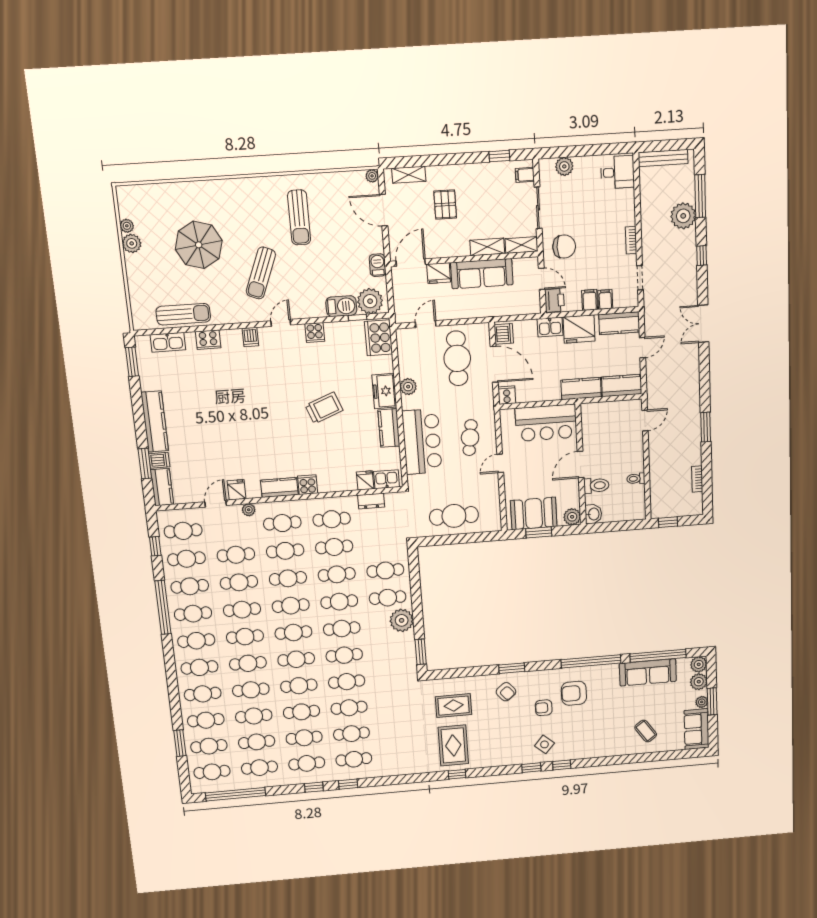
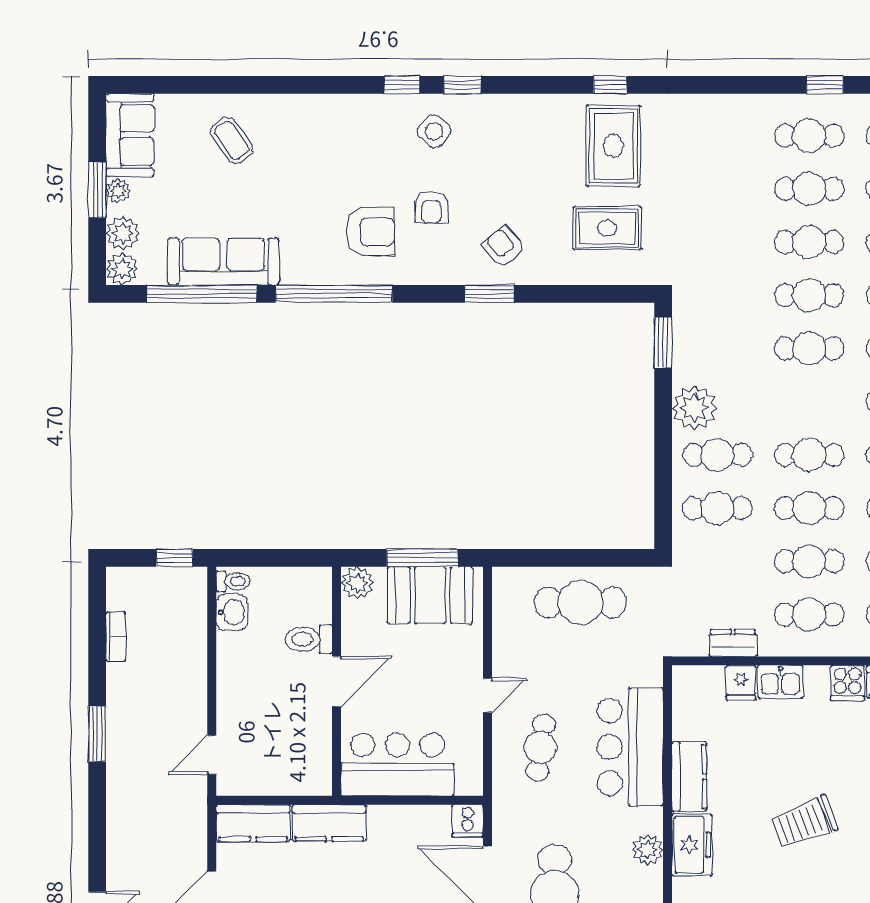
kitchen sink: (387, 479) -> (780, 682), moved
toilet: (636, 479) -> (233, 581), moved
washbasin: (593, 514) -> (232, 612), moved, turned 180
window: (539, 532) -> (422, 558), width x1.44
cafe table: (342, 629) -> (809, 402), removed
armchair: (544, 708) -> (432, 207), turned 90

